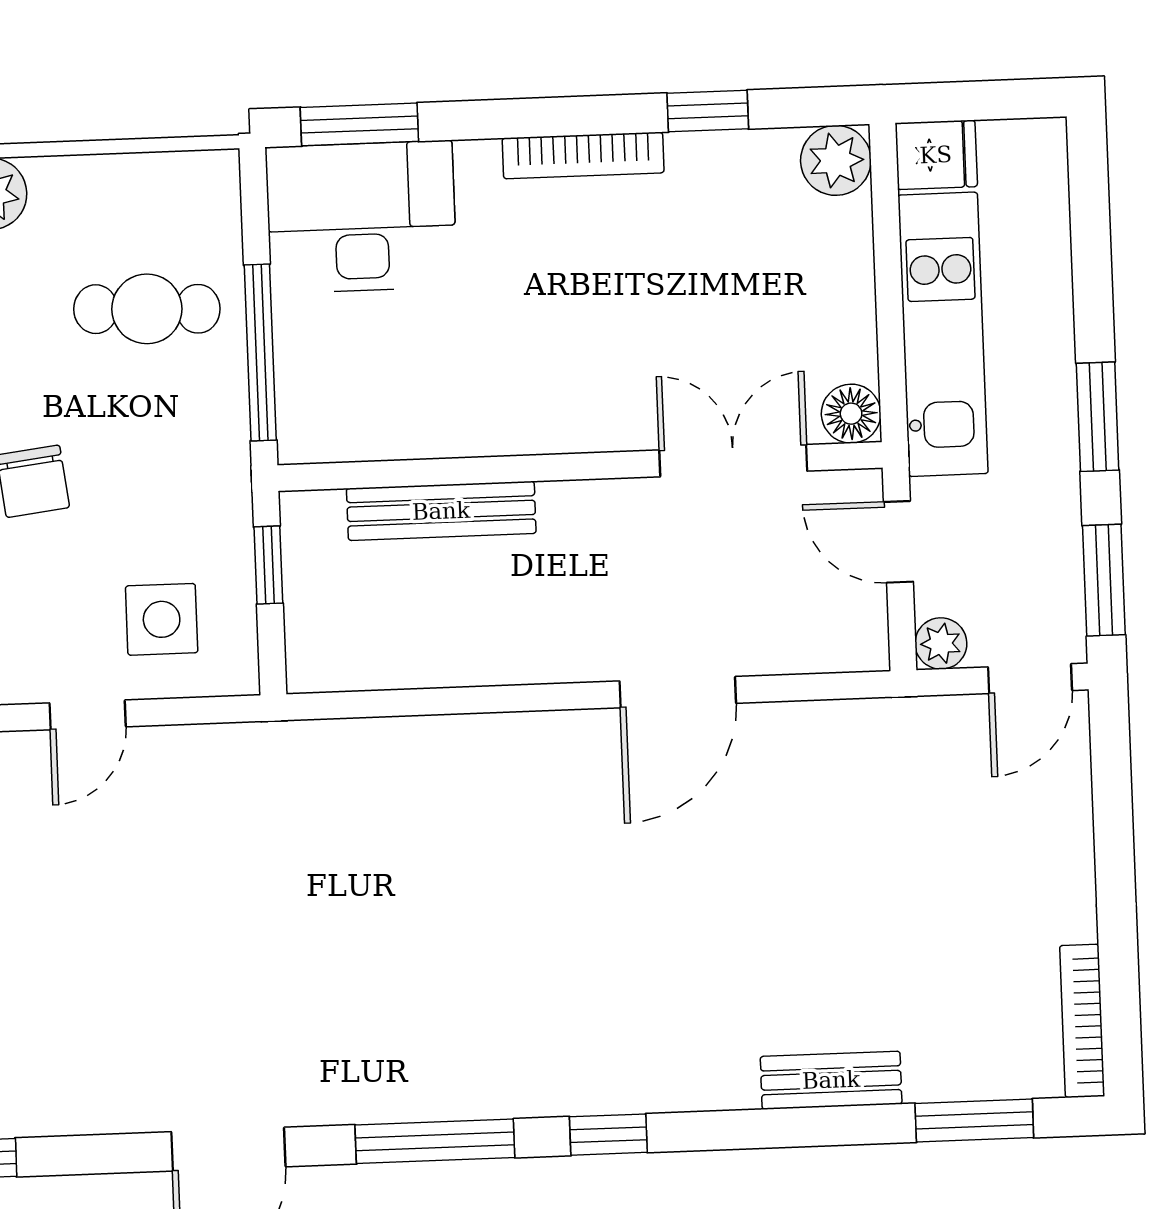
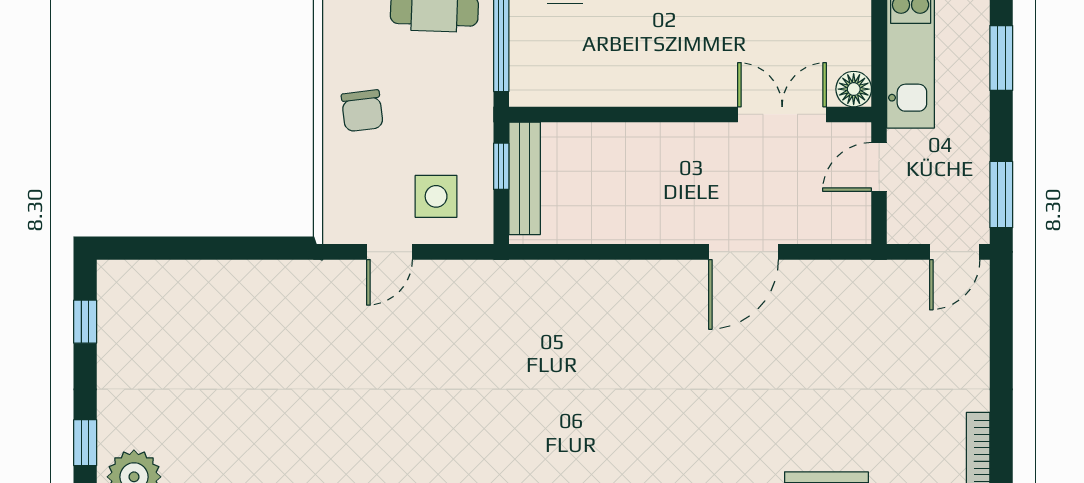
window: (1098, 417) -> (1001, 58), moved
bench: (441, 511) -> (525, 178), moved, turned 90
door: (898, 542) -> (879, 167), hinge flipped
plant: (941, 643) -> (902, 229), removed

